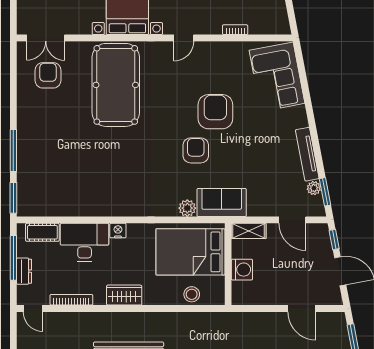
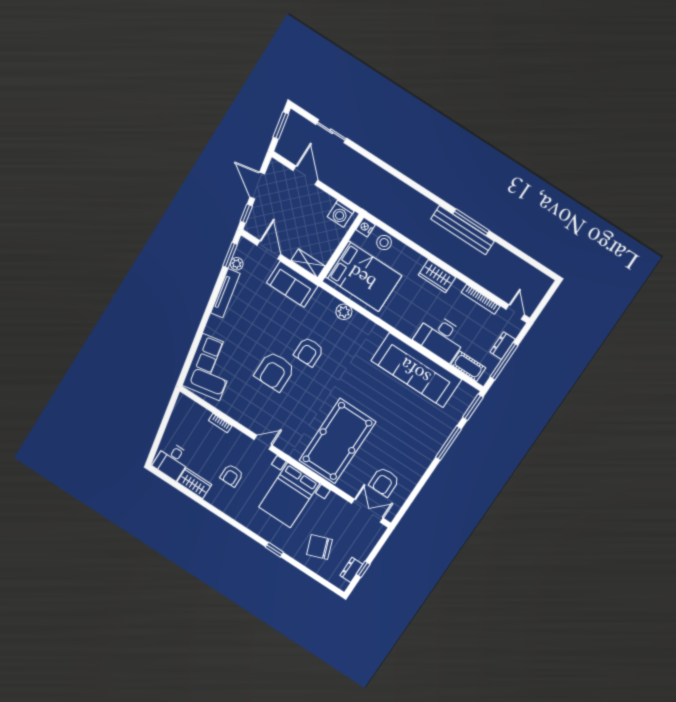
sofa: (87, 198) -> (416, 370), added
sofa: (222, 202) -> (292, 284), moved
nightstand: (118, 231) -> (365, 227), moved, turned 90
washing machine: (242, 270) -> (341, 214), moved, turned -90

